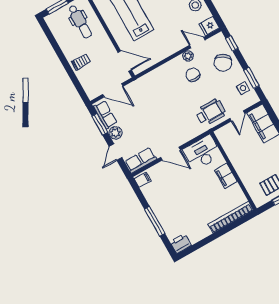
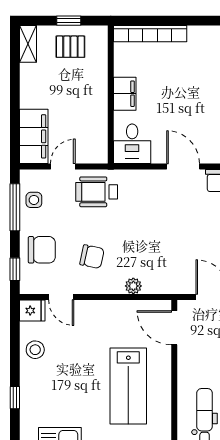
plant: (188, 56) -> (133, 286), moved
chair: (223, 63) -> (42, 250), turned 56
chair: (193, 75) -> (92, 257), turned -78
window: (251, 78) -> (15, 207), width x1.44
desk: (202, 152) -> (132, 144), width x0.73

